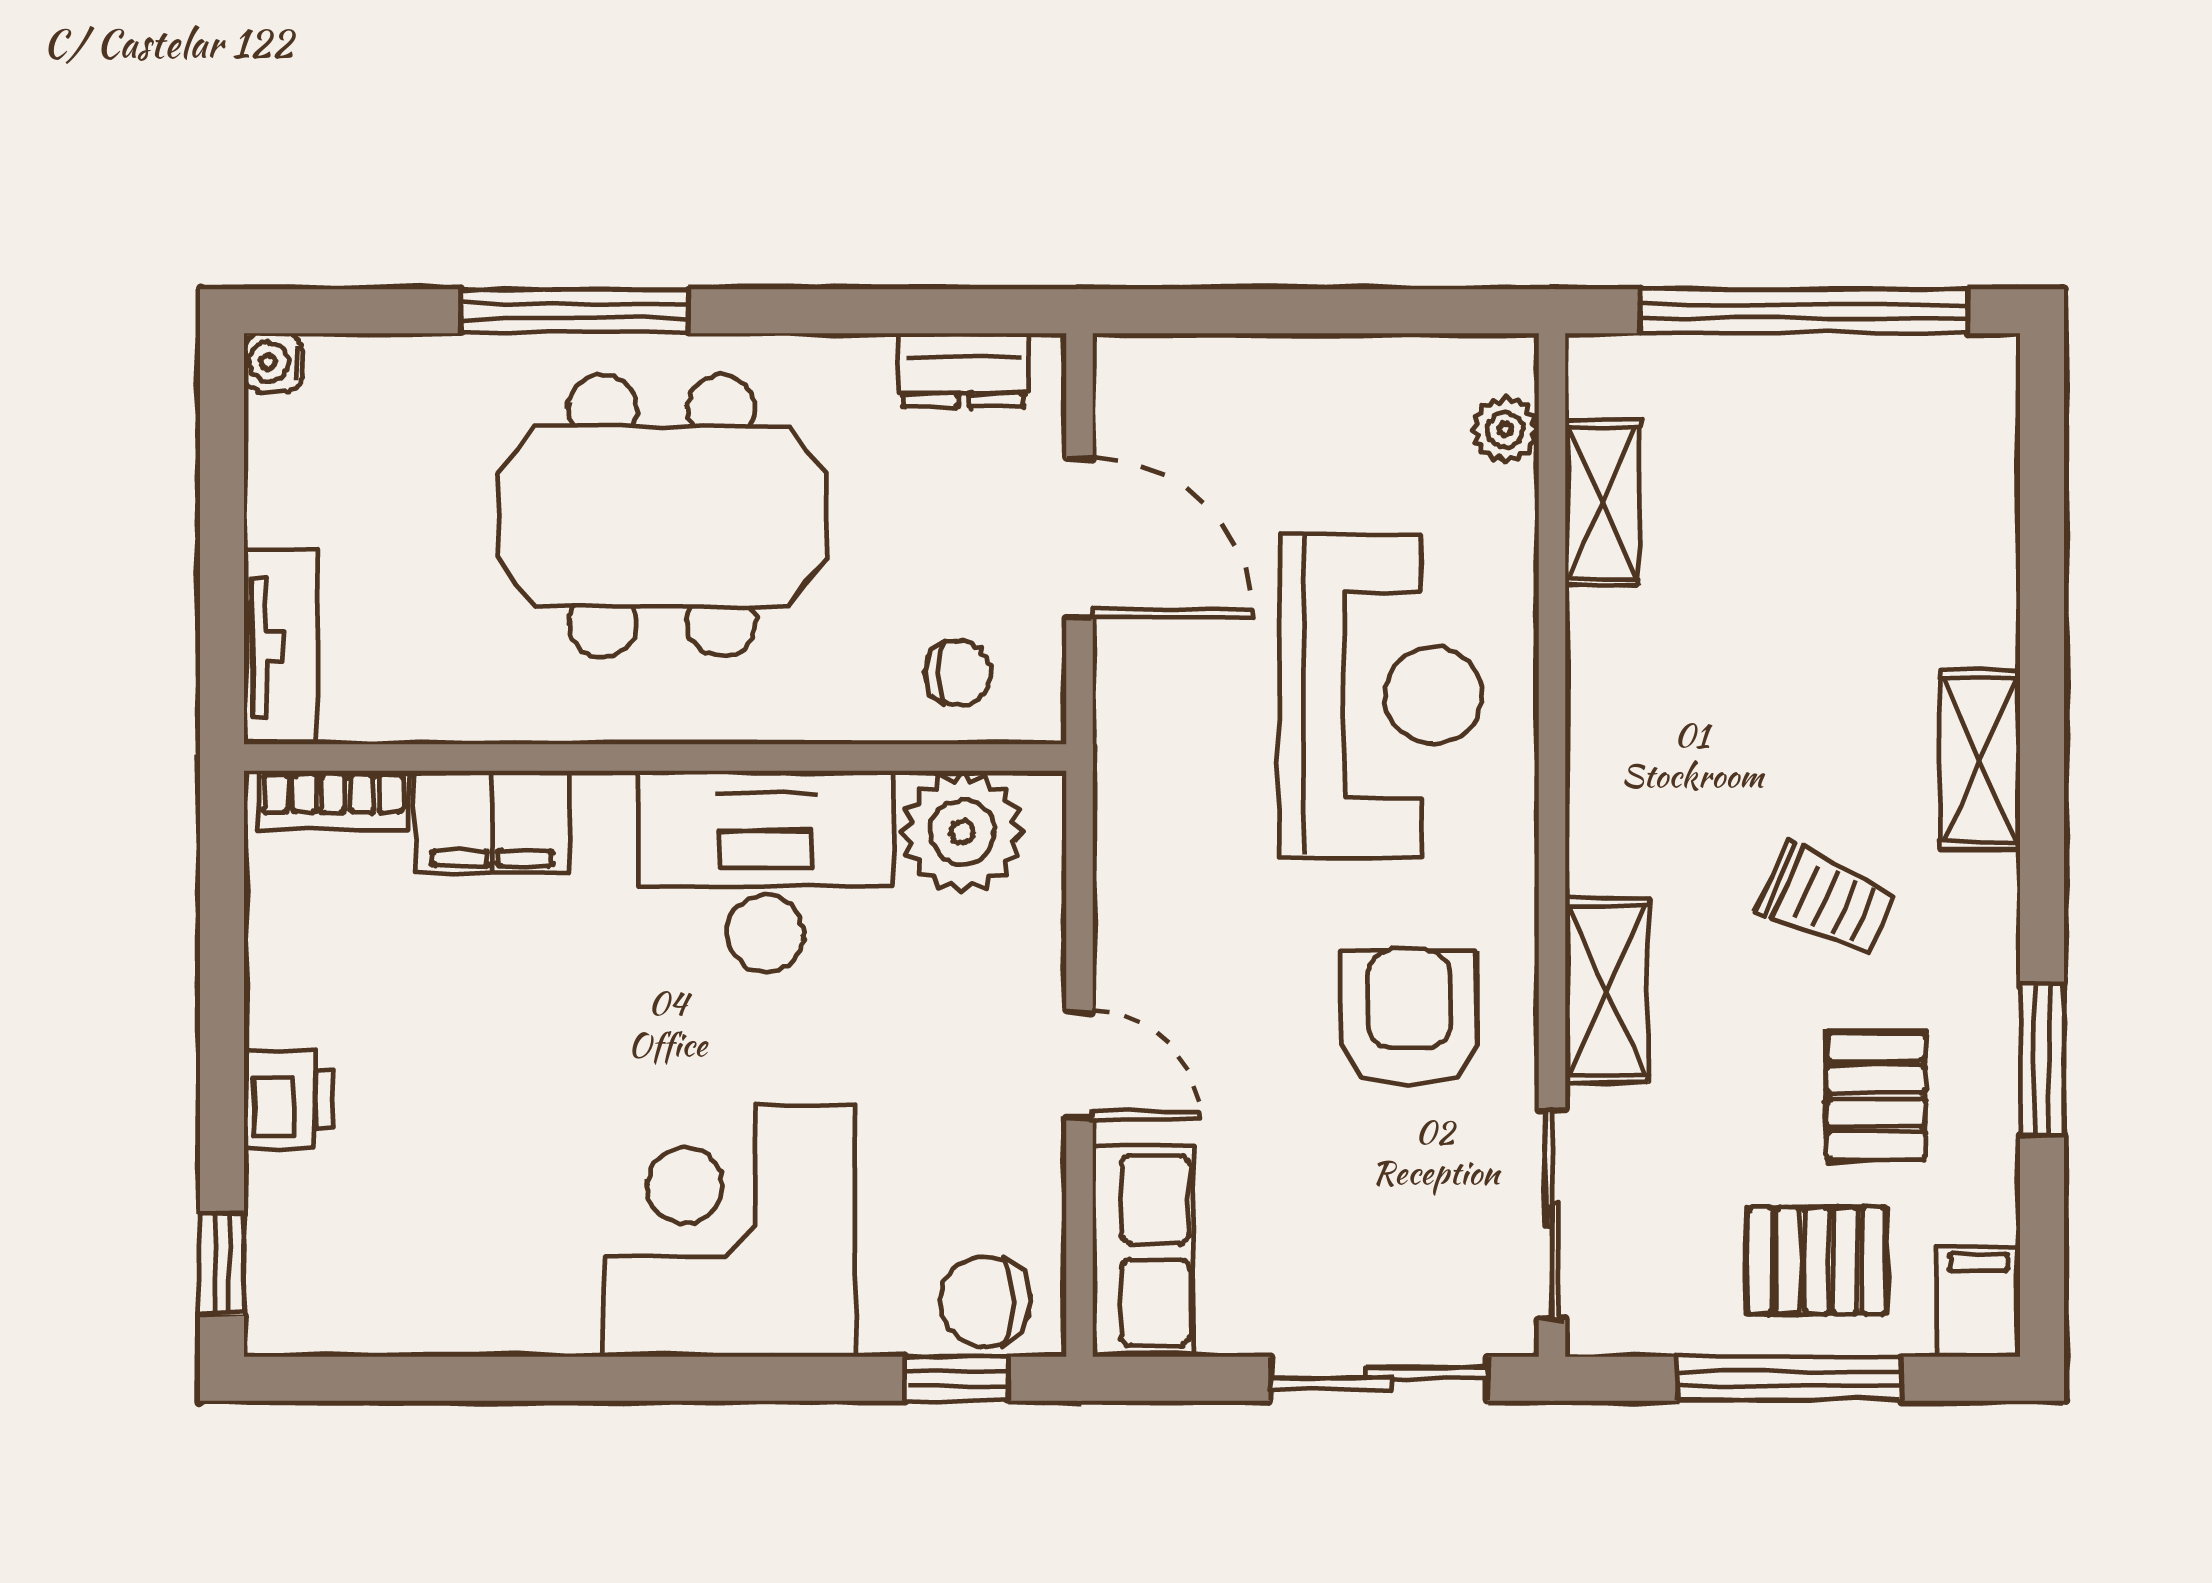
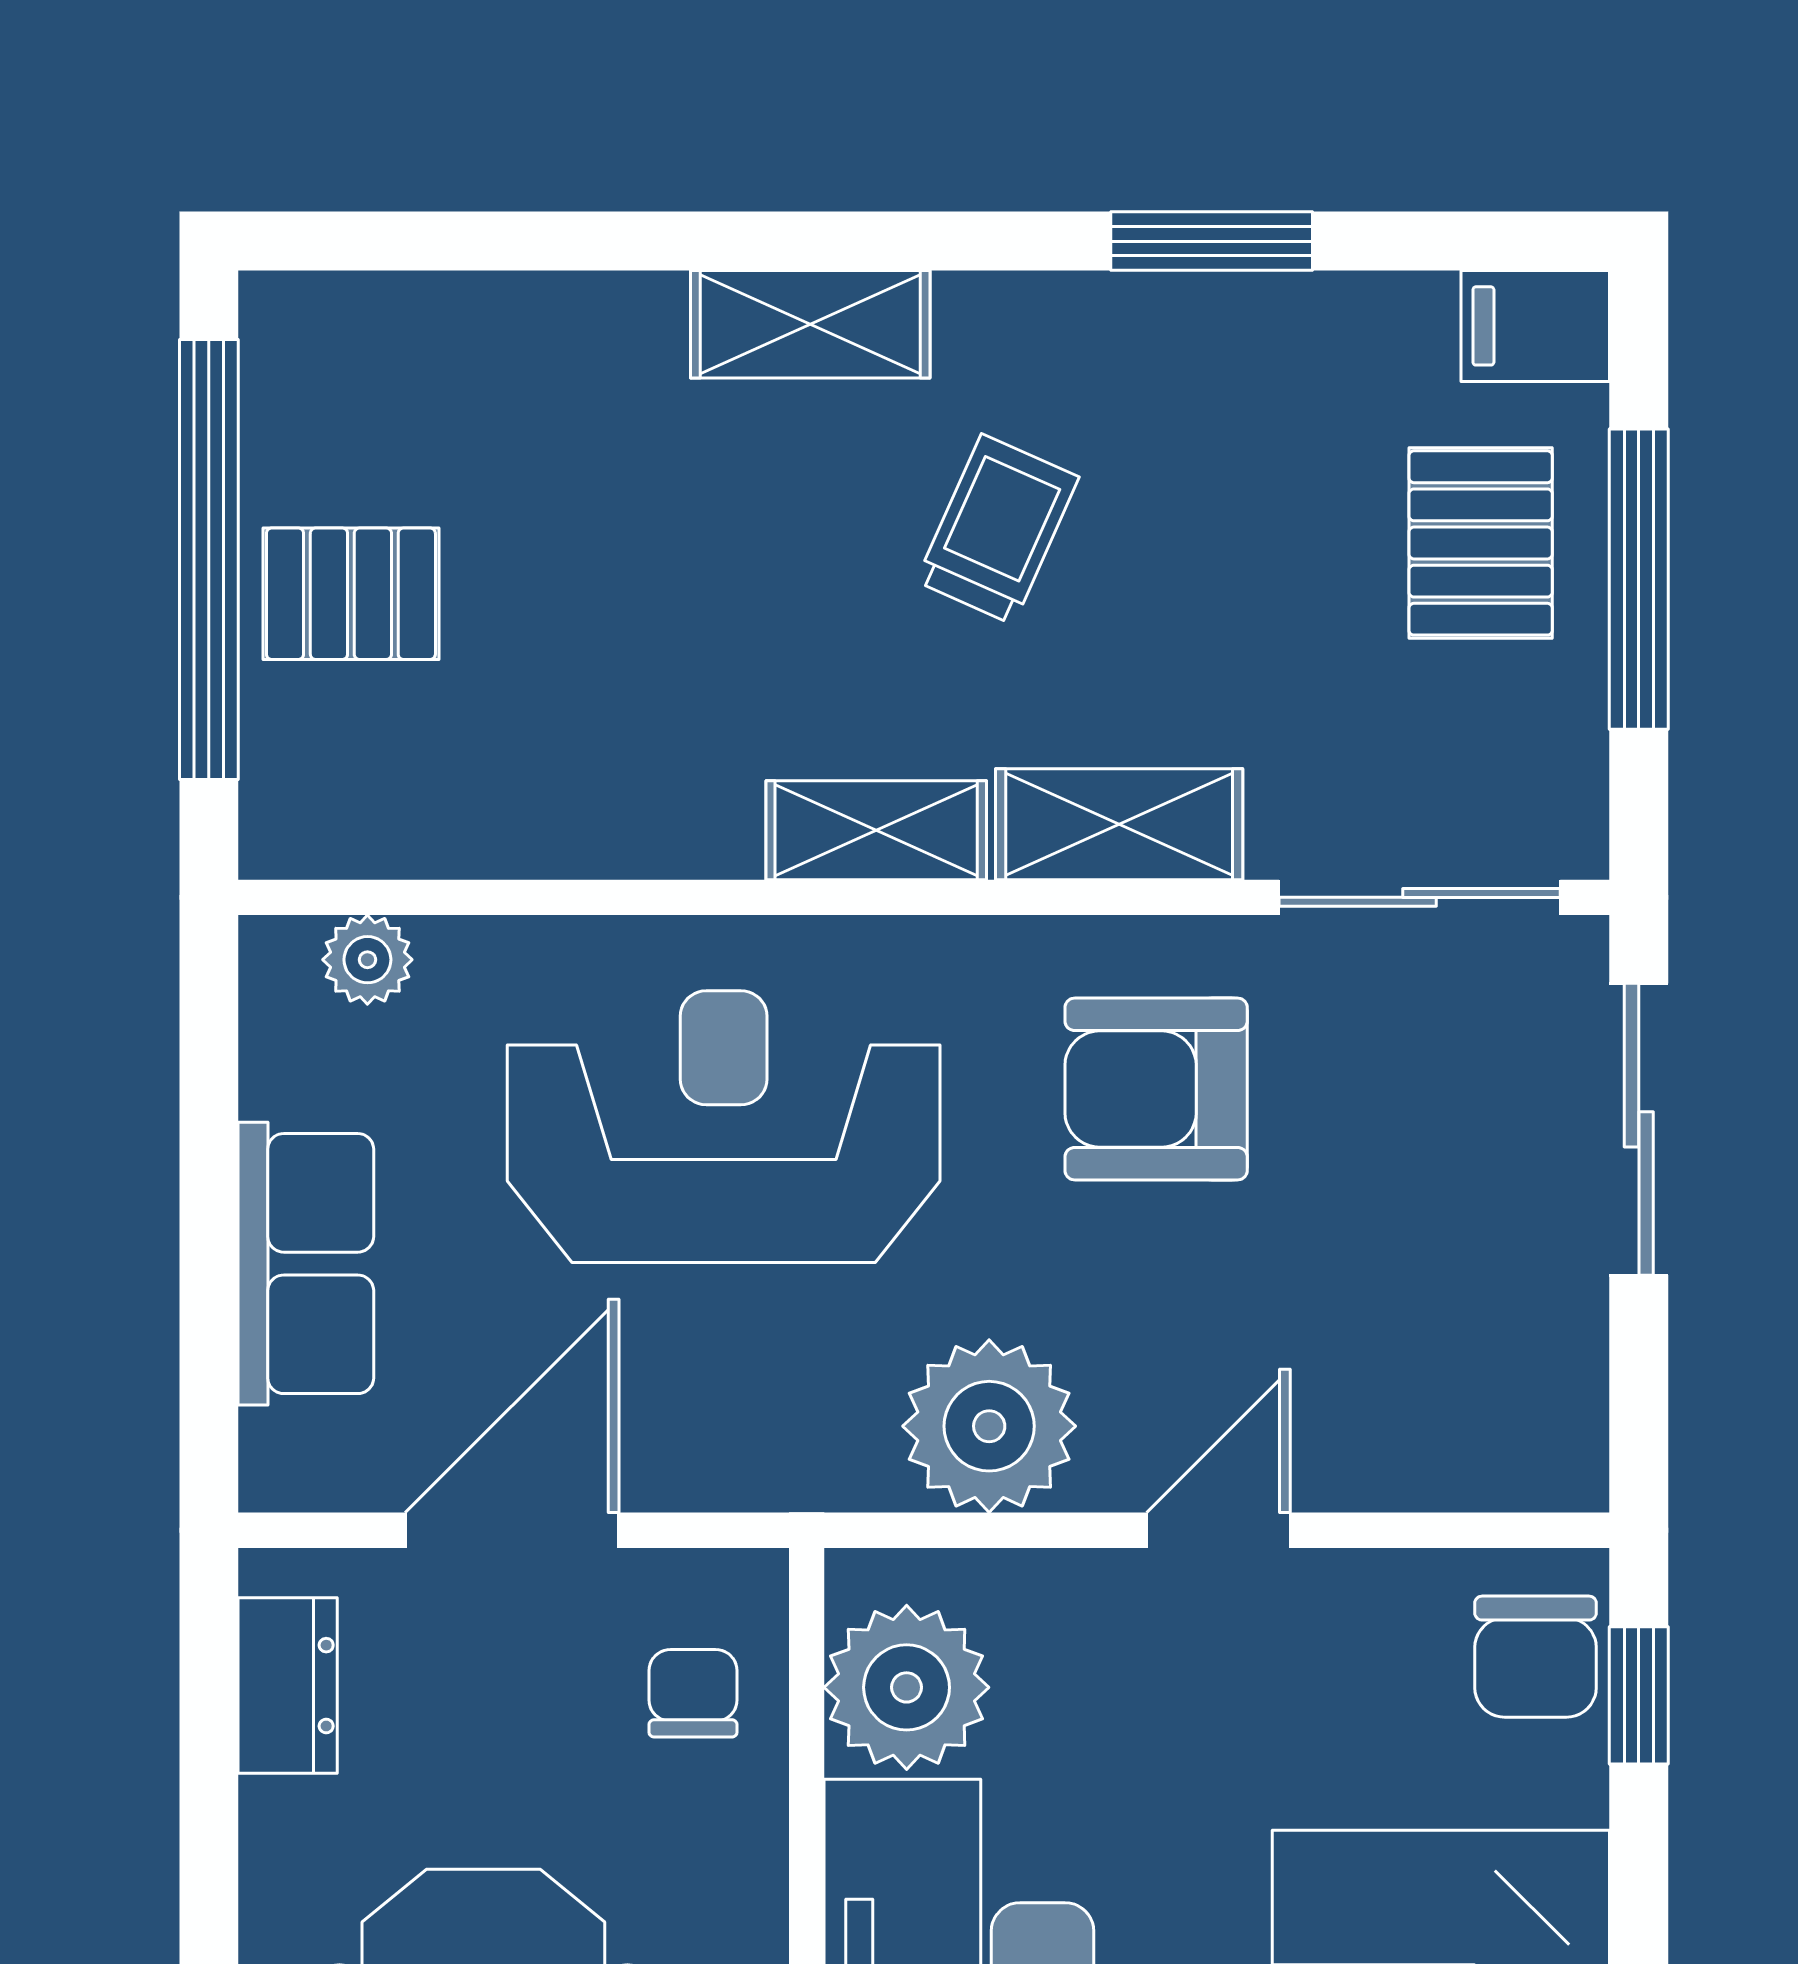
shelving: (1602, 503) -> (876, 830), moved
plant: (1157, 894) -> (989, 1426), added
pallet: (1876, 1096) -> (351, 594), moved
row of seats: (1143, 1251) -> (306, 1264), moved, turned 90

